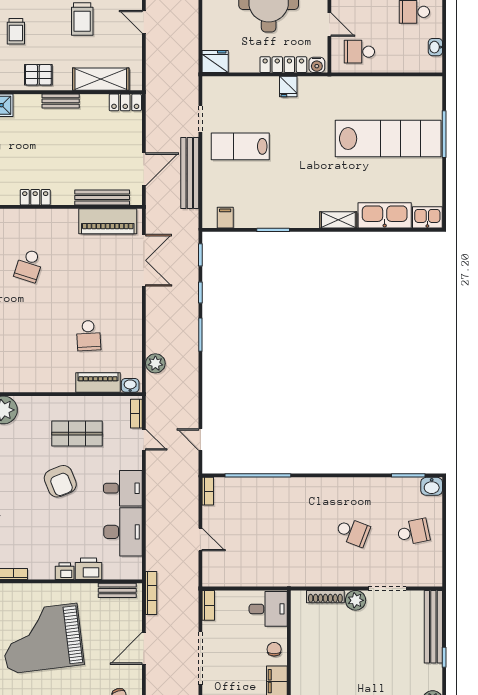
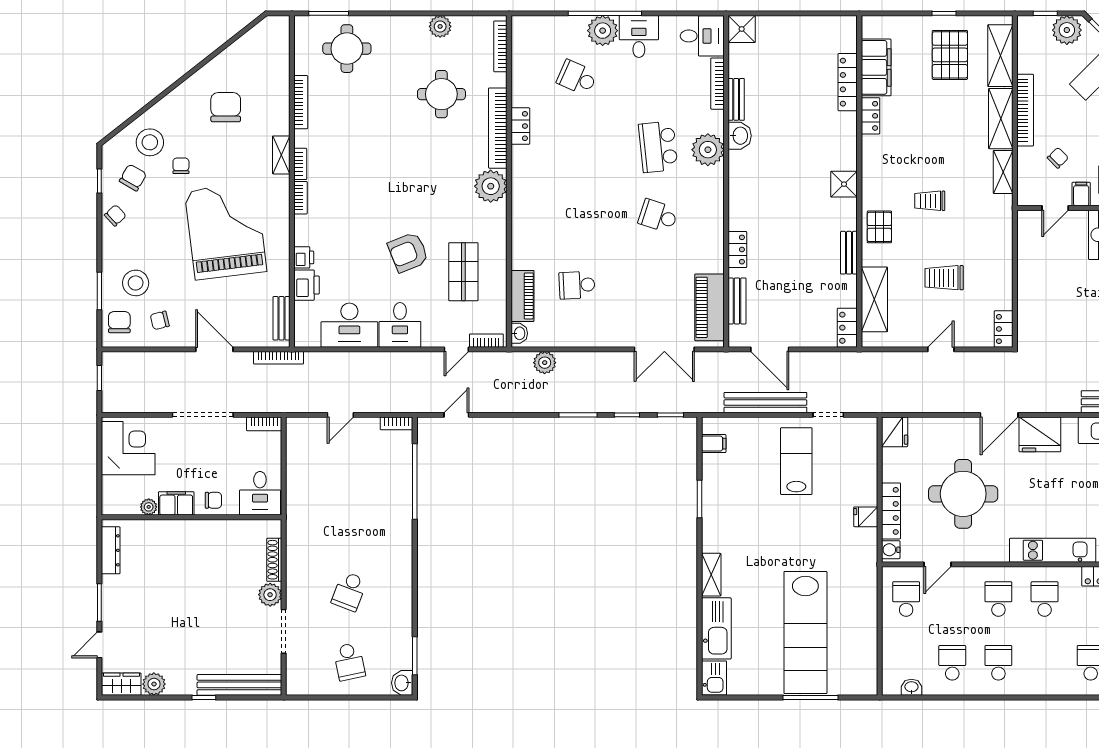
locker: (35, 197) -> (737, 250), moved
bench: (102, 198) -> (737, 301), width x0.73

